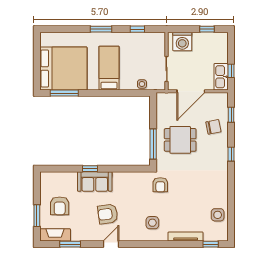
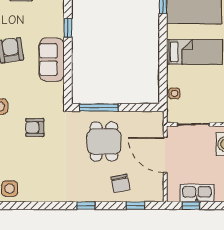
kitchen sink: (221, 77) -> (197, 193), moved
sofa: (95, 181) -> (52, 60), moved
armchair: (160, 185) -> (35, 127), moved

